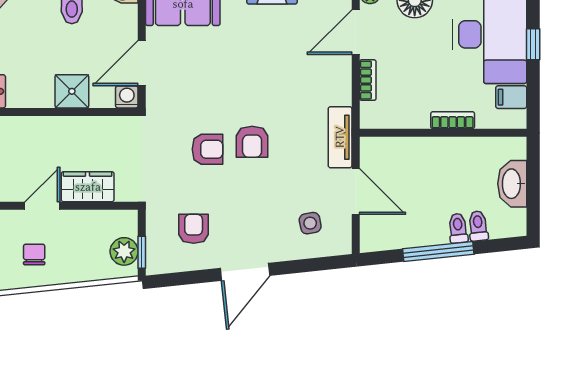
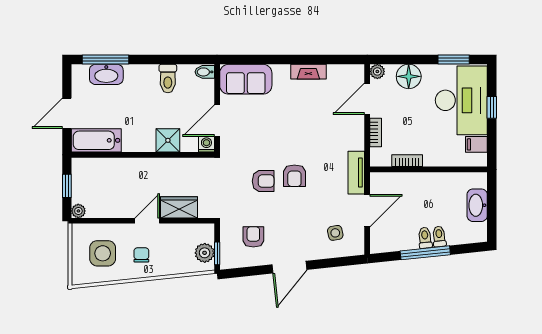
bookcase: (453, 120) -> (407, 161), moved
door: (356, 192) -> (367, 211), hinge flipped
toilet: (478, 226) -> (425, 238), moved

